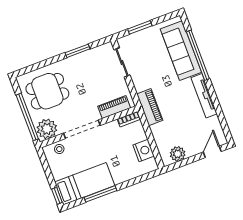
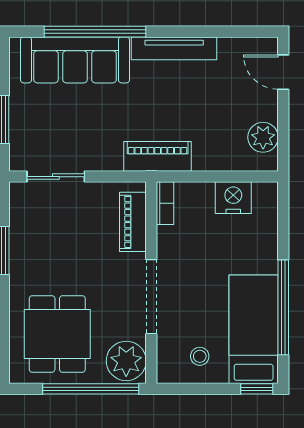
stool: (59, 149) -> (200, 356), moved
window: (100, 194) -> (283, 307), width x1.46

